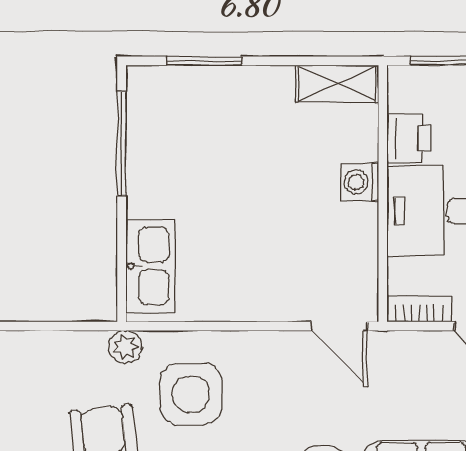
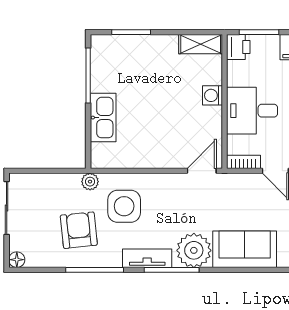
printer: (409, 138) -> (238, 47), moved
kitchen sink: (150, 266) -> (103, 118), moved
door: (339, 326) -> (202, 171), swing flipped

